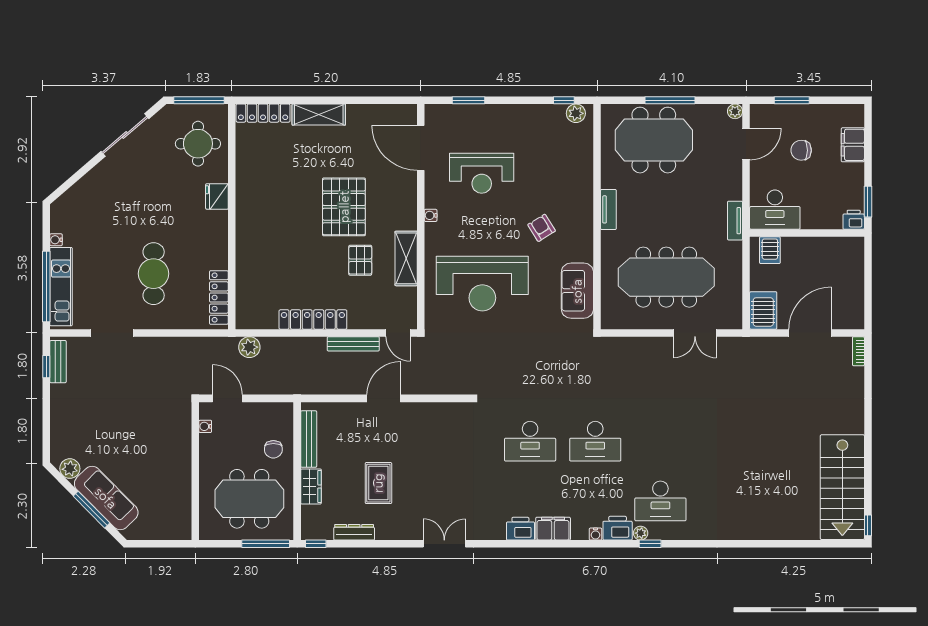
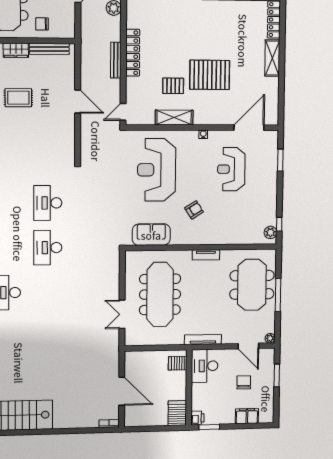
tv unit: (735, 221) -> (203, 340), width x1.41
server rack: (763, 310) -> (177, 413), moved, turned -90
bench: (353, 344) -> (116, 60), moved

